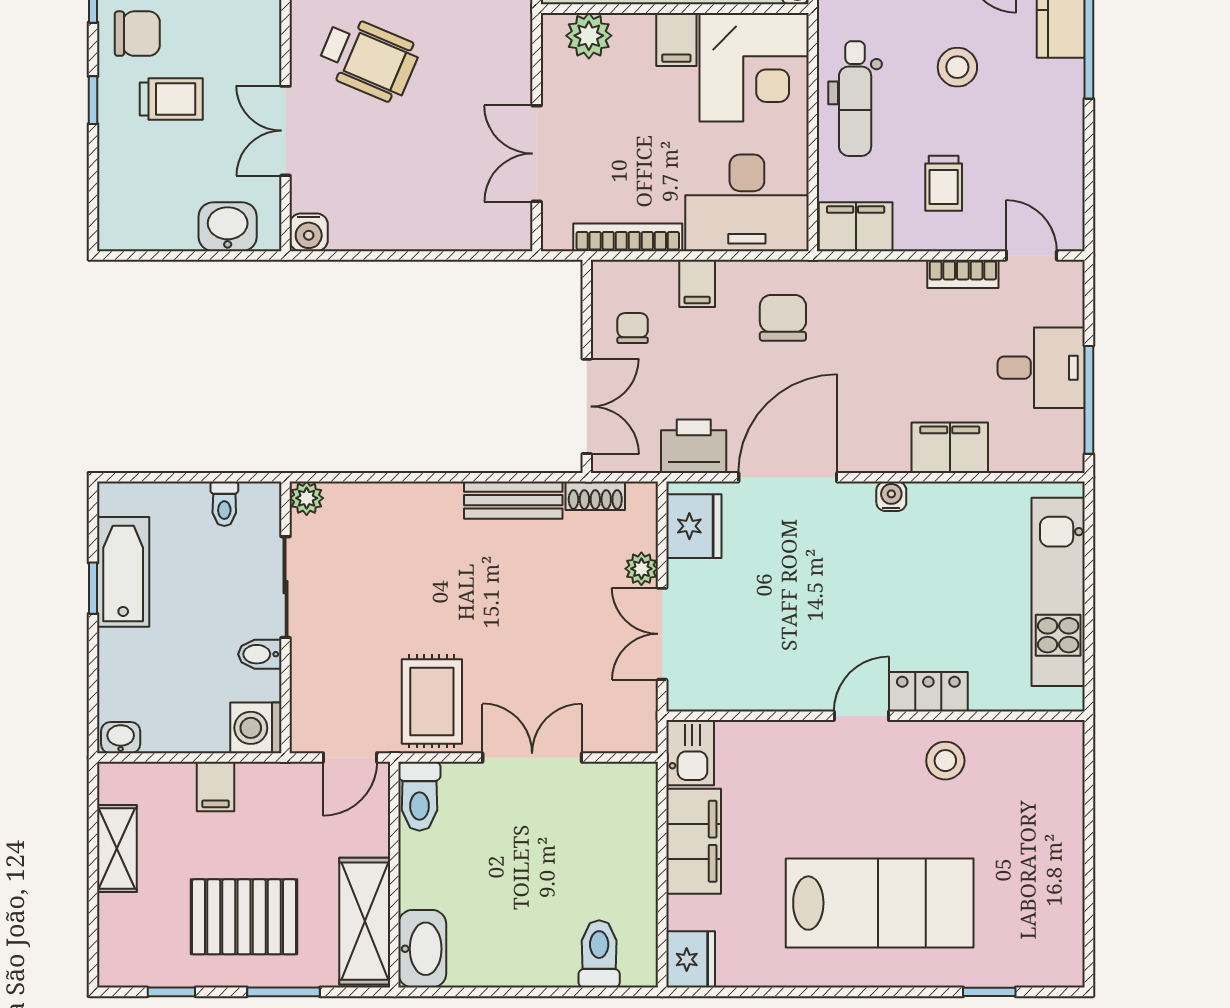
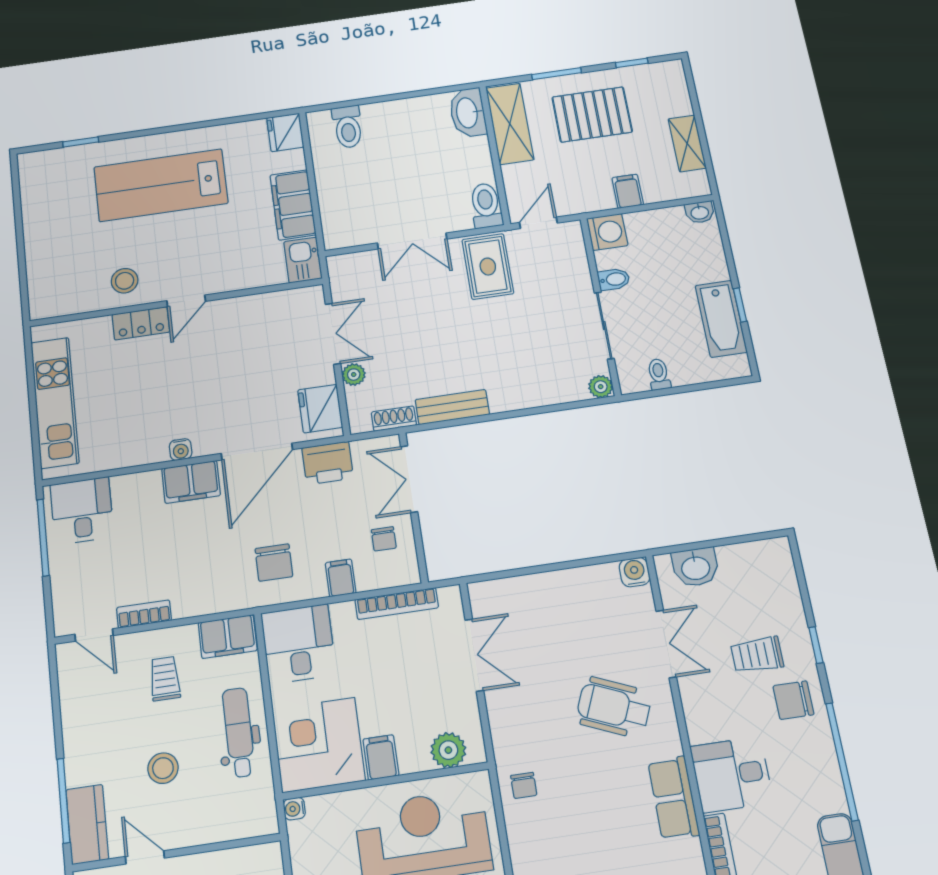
desk: (747, 203) -> (299, 644), width x0.73
desk: (1041, 368) -> (82, 511), moved, turned 90
filing cabinet: (950, 448) -> (191, 482), moved

